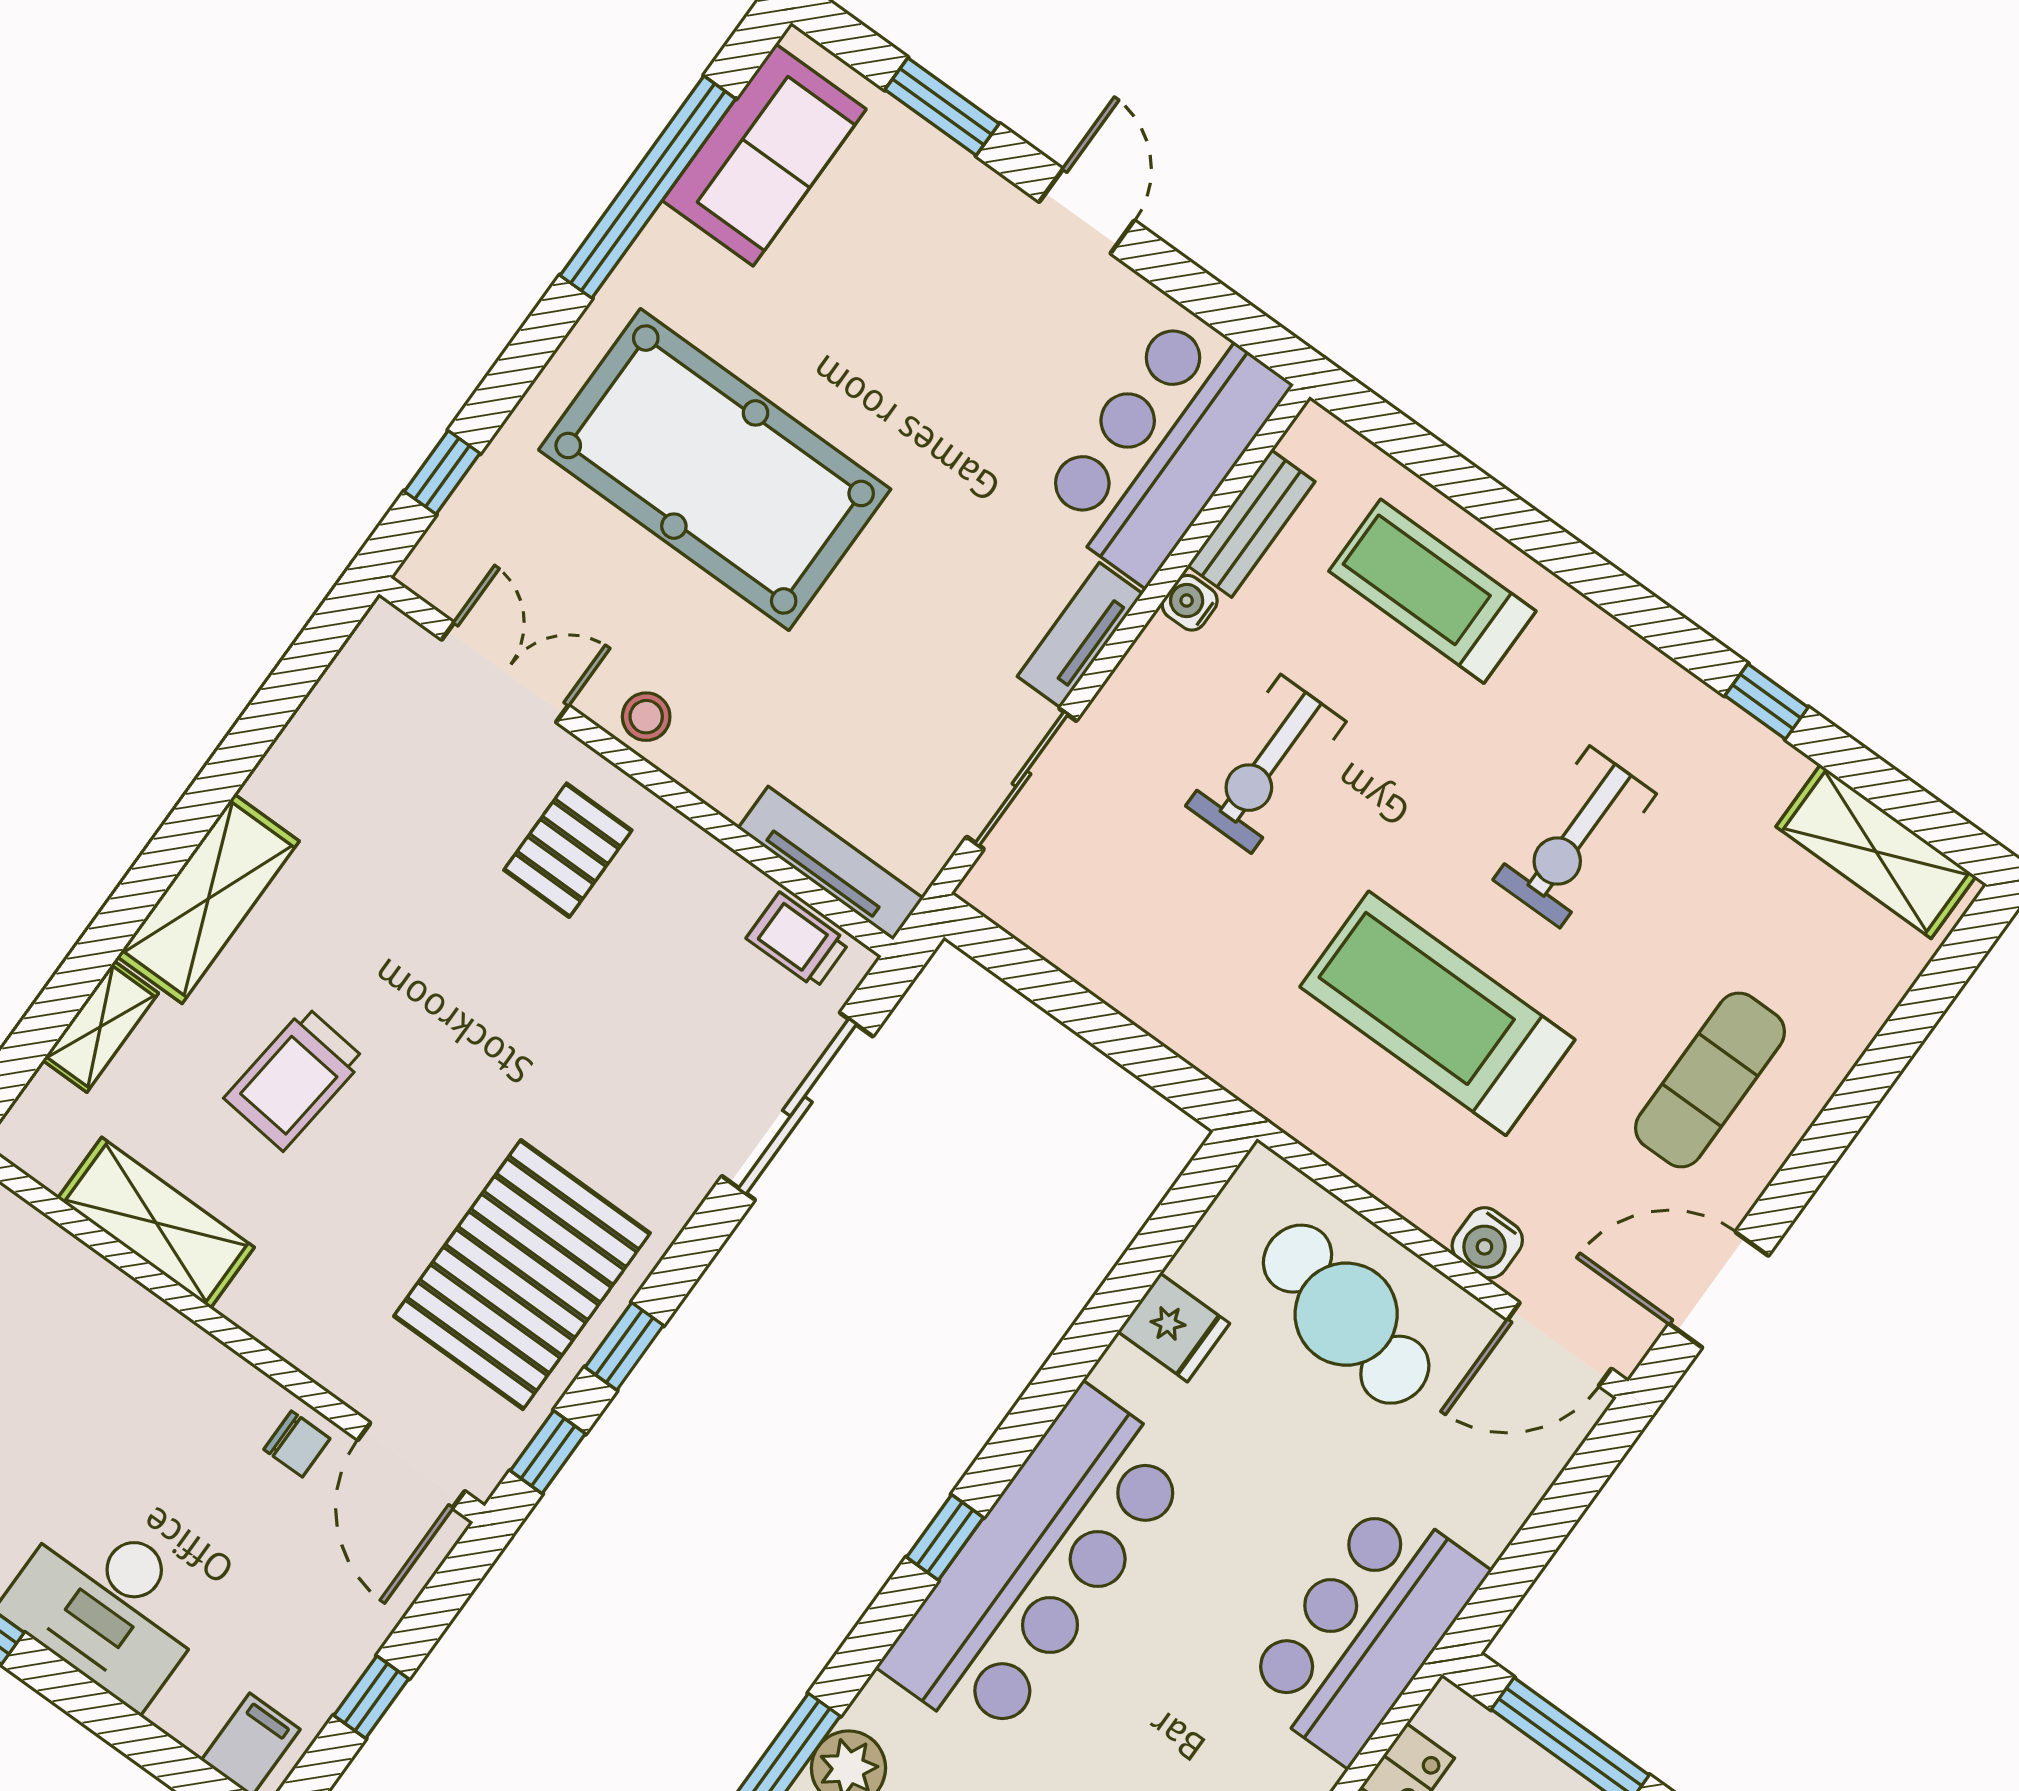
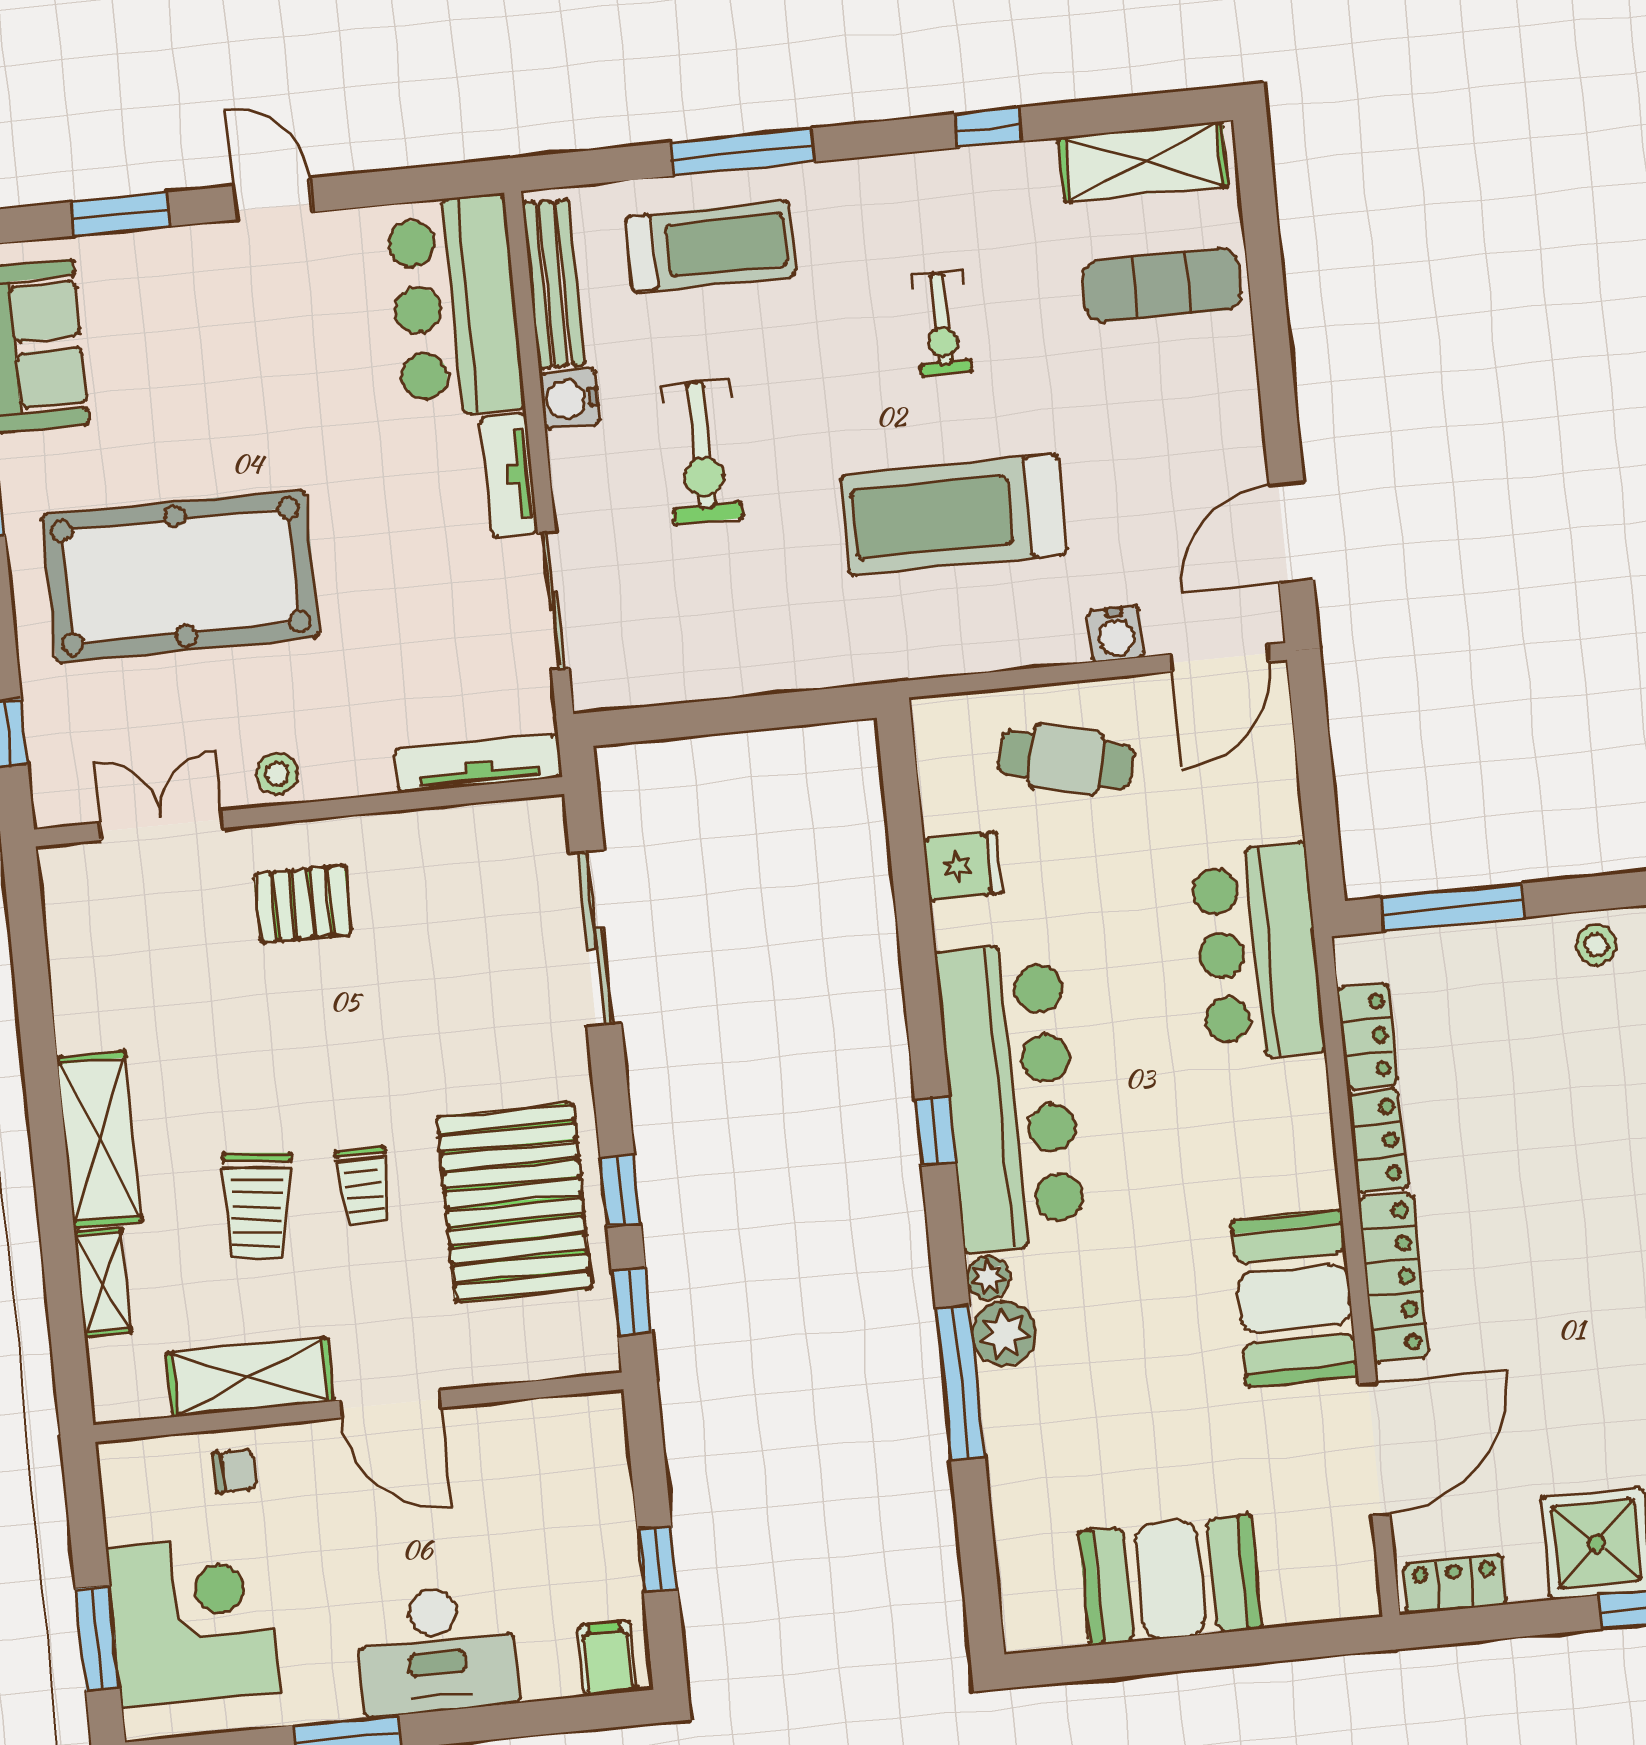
bench: (1251, 524) -> (554, 284), width x1.36
window: (1534, 533) -> (743, 152), added
treadmill: (1432, 591) -> (711, 247), turned 180
water cooler: (1190, 603) -> (570, 399), width x1.38, depth x1.38
exercise bike: (1575, 837) -> (941, 324), width x0.73, depth x0.72
pallet: (568, 850) -> (303, 904), turned 90
trolley: (798, 940) -> (364, 1186), moved, turned -90
exercise mat: (1710, 1080) -> (1162, 285), moved, turned 90
cafe table: (1346, 1314) -> (1066, 760), width x0.73, depth x0.74
chair: (297, 1444) -> (235, 1471), moved
door: (411, 1465) -> (391, 1404), moved
plant: (878, 1706) -> (988, 1278), added

